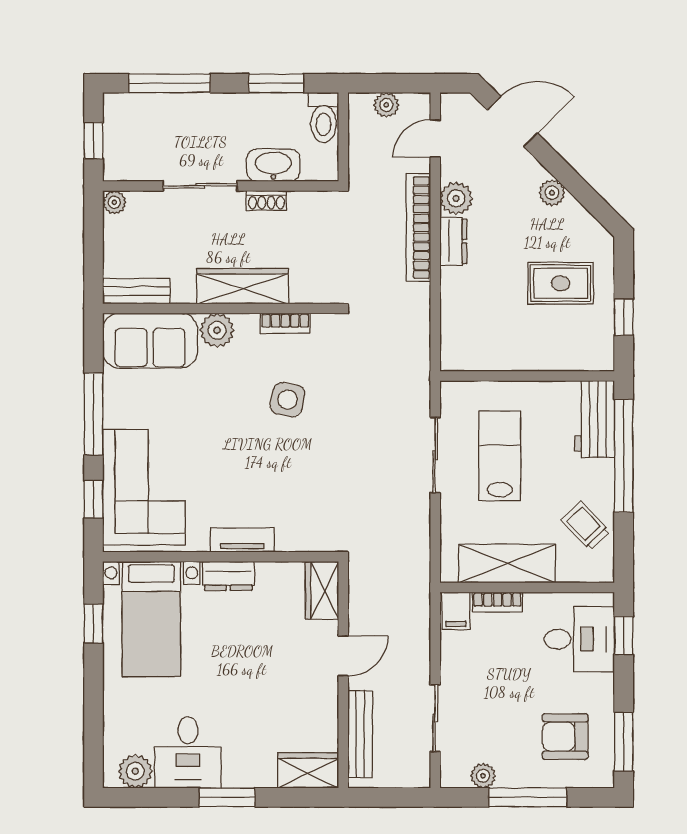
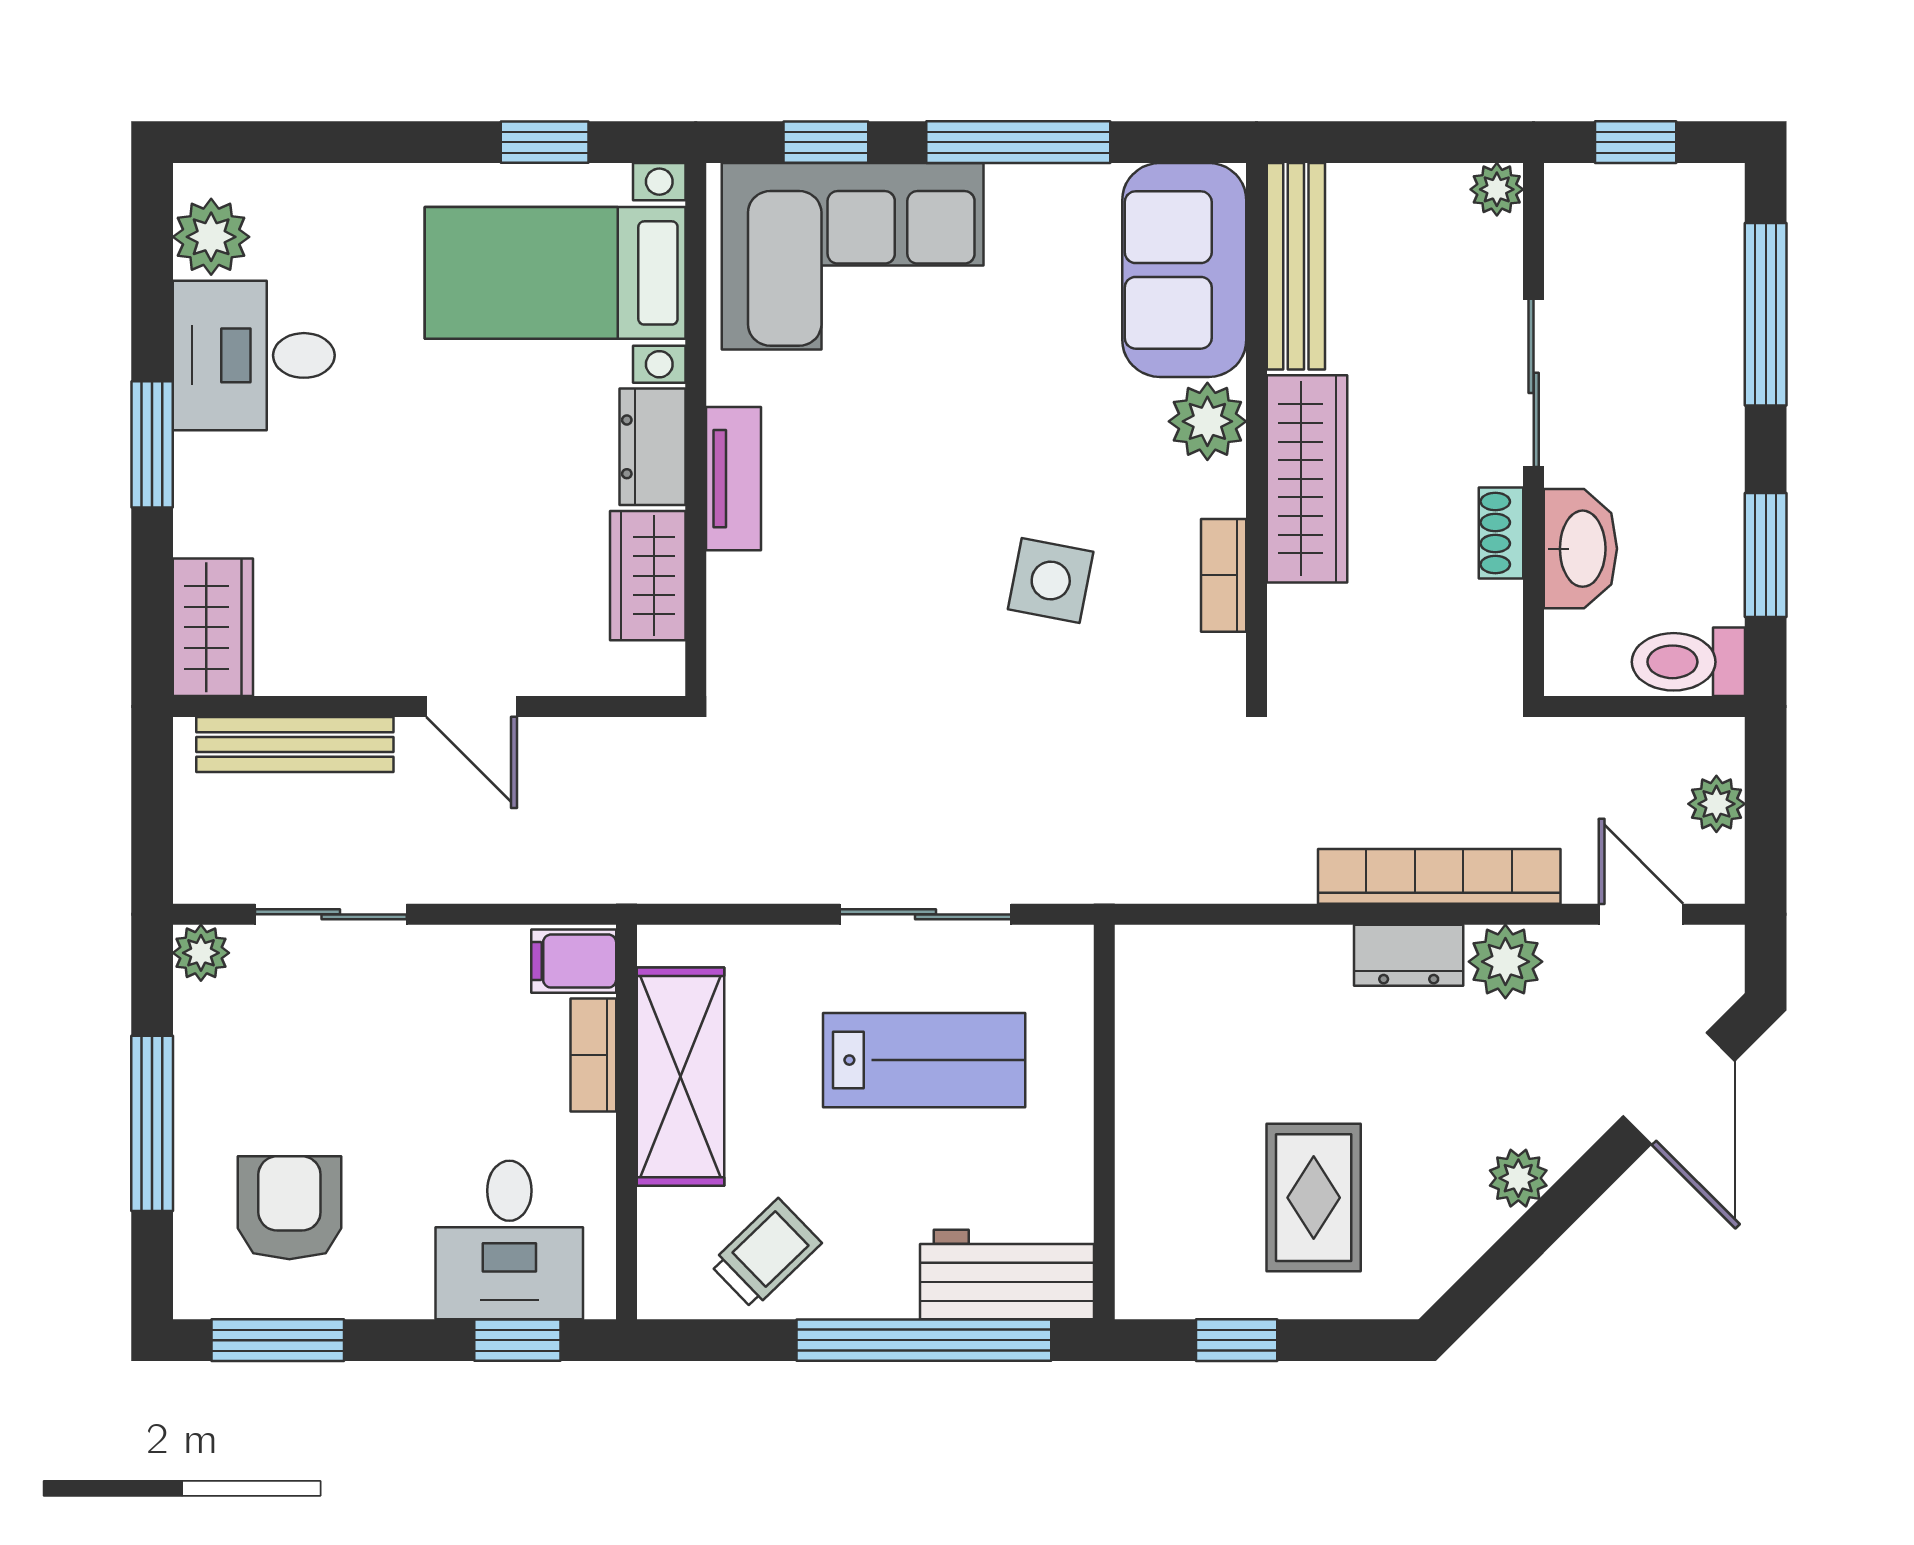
bench: (136, 291) -> (1296, 266), width x1.36
wardrobe: (322, 591) -> (648, 576), moved, turned -90
plant: (483, 776) -> (201, 953), moved

